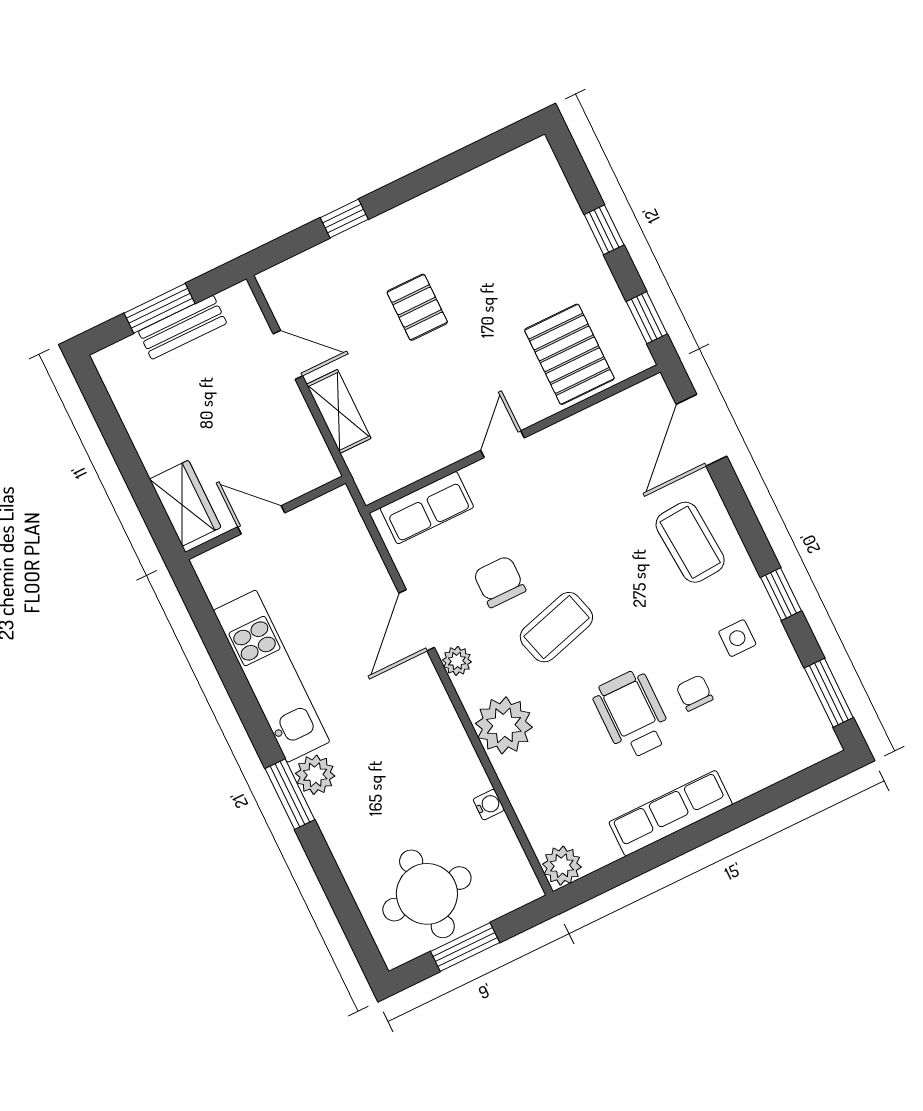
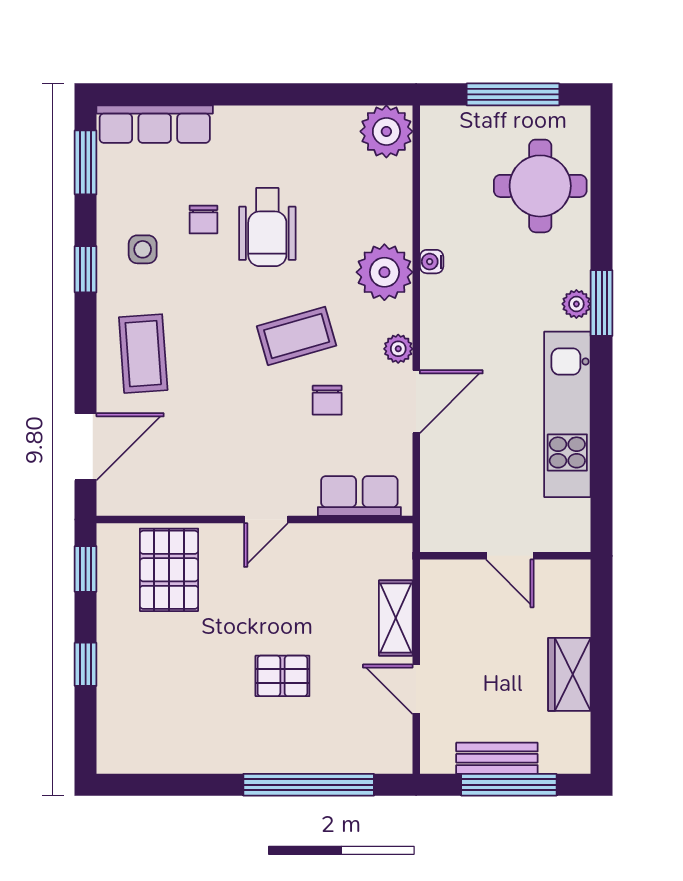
window: (344, 219) -> (309, 785), width x3.17
pallet: (417, 307) -> (282, 676), turned 90
window: (160, 308) -> (509, 785), width x1.44
wardrobe: (185, 503) -> (569, 674), moved
chair: (499, 582) -> (327, 400), width x0.73, depth x0.73
plant: (315, 775) -> (576, 304), width x0.73, depth x0.73
water cooler: (489, 805) -> (432, 262), moved
row of seats: (671, 813) -> (155, 124), moved
plant: (562, 866) -> (386, 131), width x1.36, depth x1.36
round table: (427, 894) -> (540, 186), moved
window: (465, 947) -> (513, 94), width x1.44

